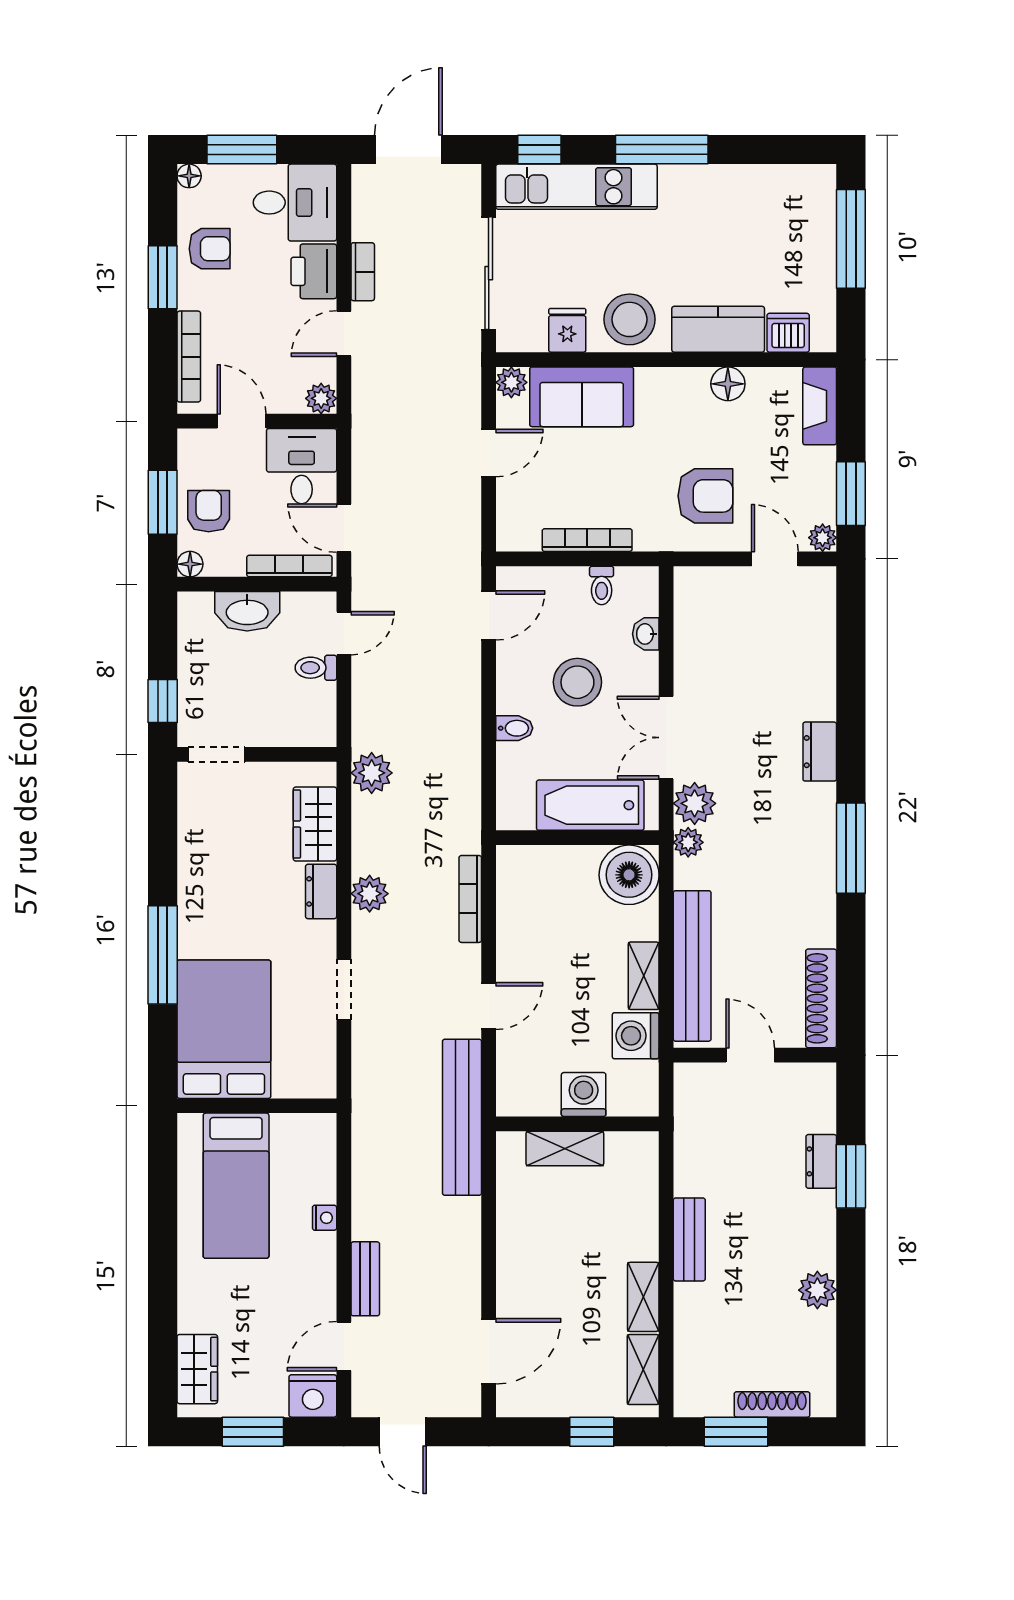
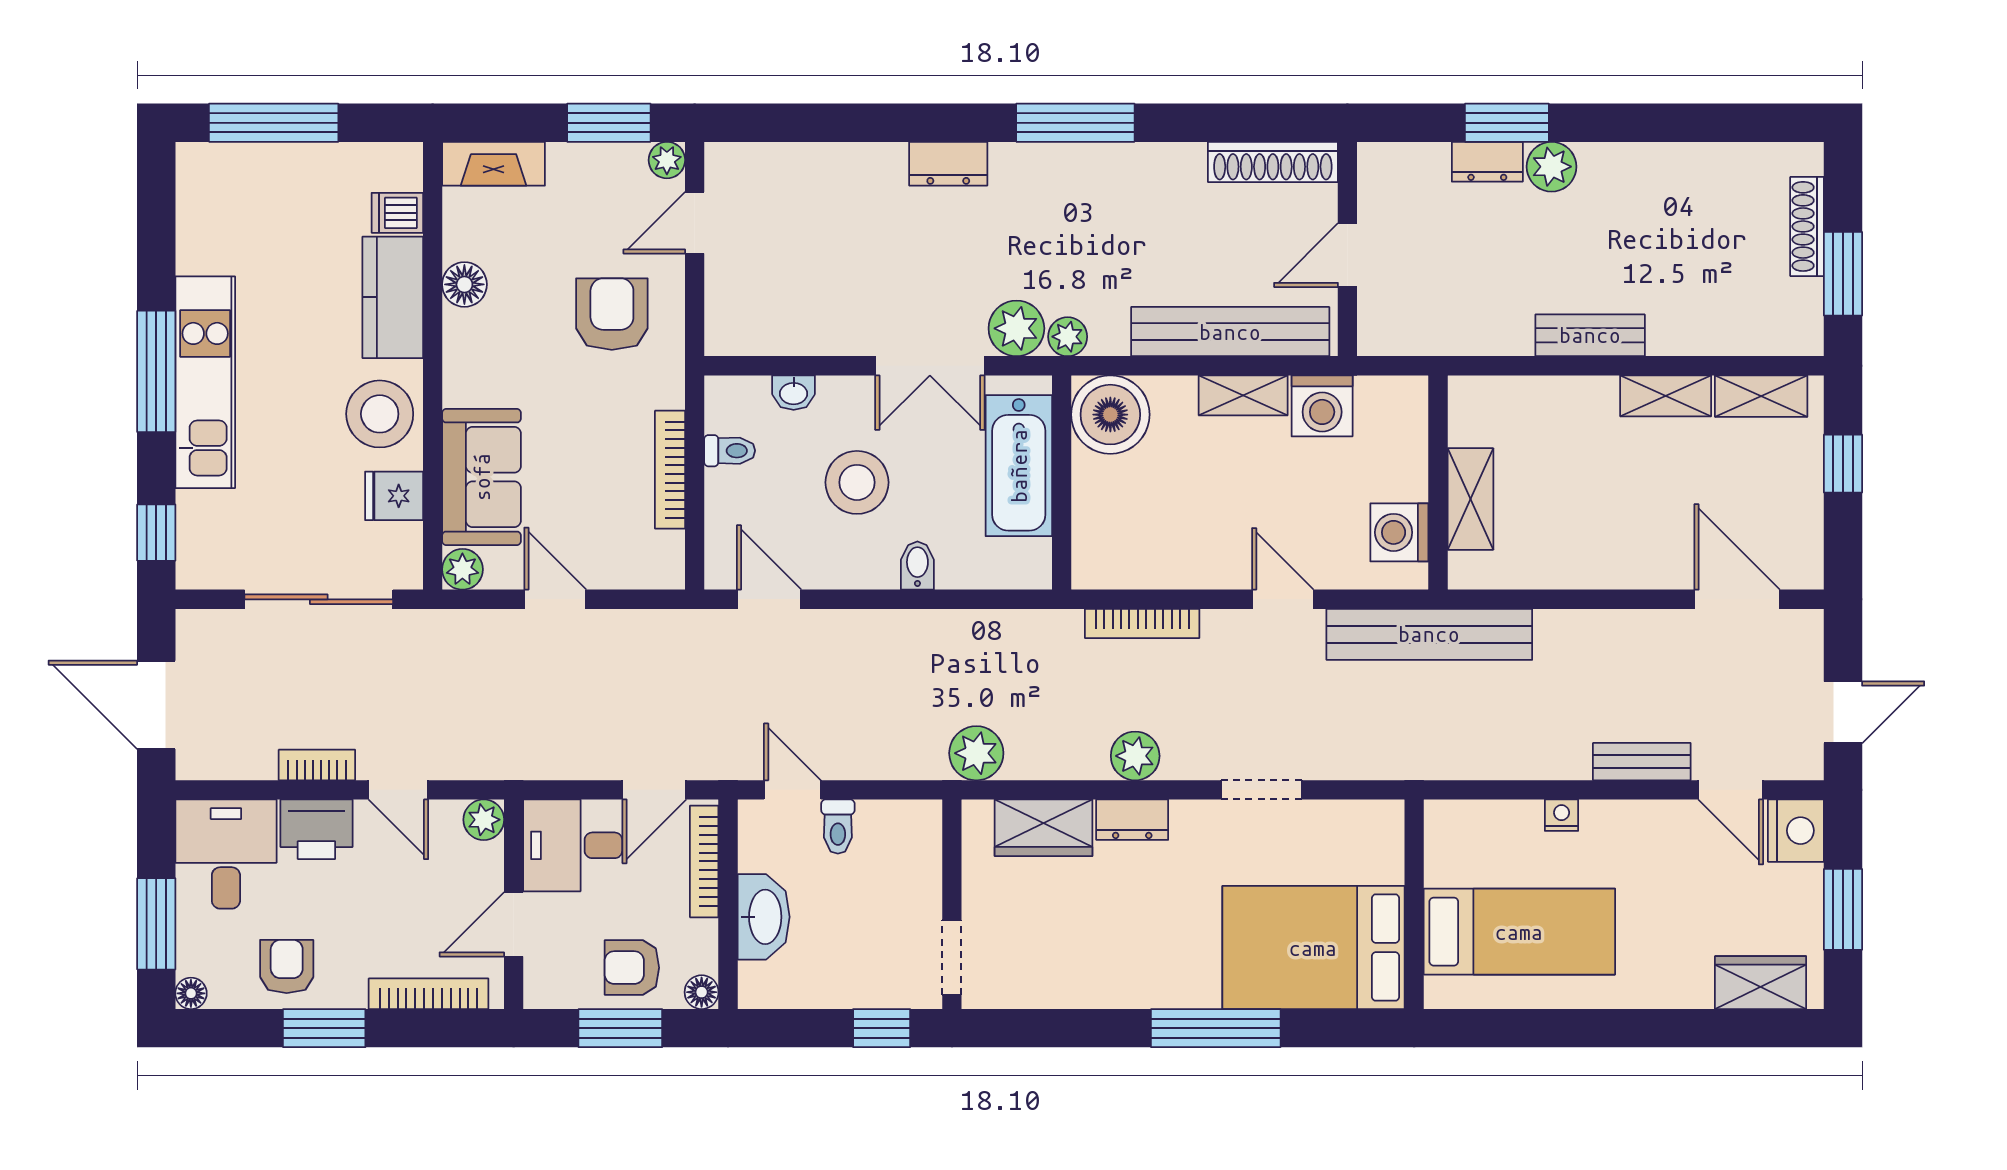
kitchen unit: (576, 187) -> (205, 382), moved
dishwasher: (788, 333) -> (397, 213), width x0.73
washing machine: (584, 1095) -> (1399, 532), moved
plant: (817, 1290) -> (1551, 167), moved

